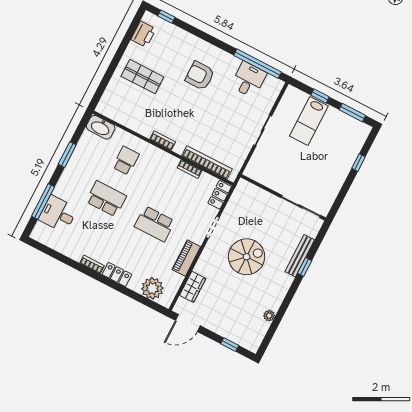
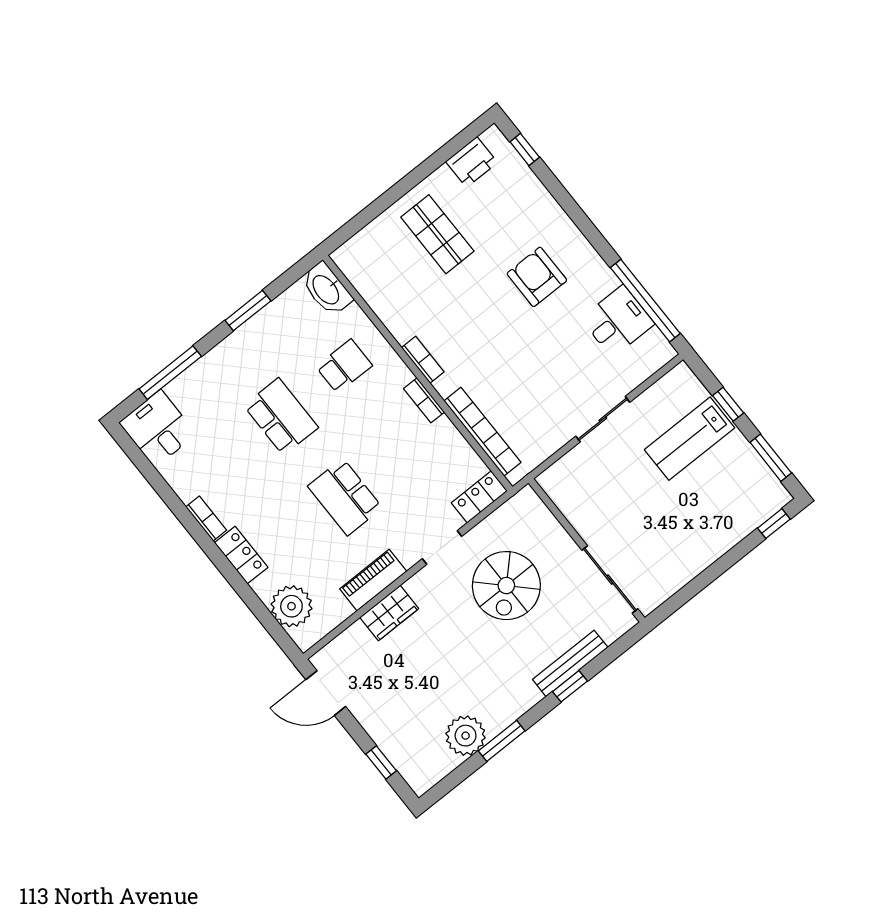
window: (358, 163) -> (774, 524), moved
bookcase: (190, 169) -> (424, 400), moved
desk: (58, 214) -> (158, 428), moved
spiral stairs: (247, 257) -> (506, 586), moved, turned 90
wardrobe: (193, 287) -> (389, 613), moved
window: (283, 308) -> (502, 741), added
plant: (269, 316) -> (466, 736), width x1.87, depth x1.87

